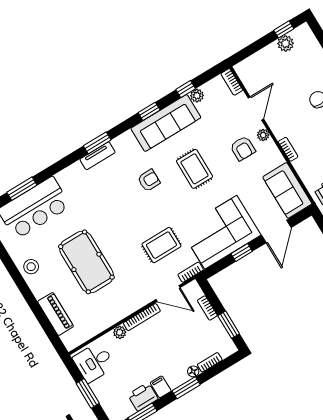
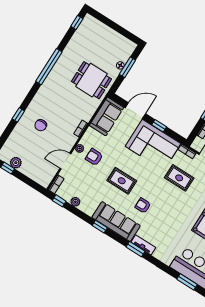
window: (186, 89) -> (59, 201), moved
sofa: (166, 123) -> (116, 222), moved
armchair: (243, 148) -> (94, 157), turned -90
rug: (194, 169) -> (122, 181), turned 90

